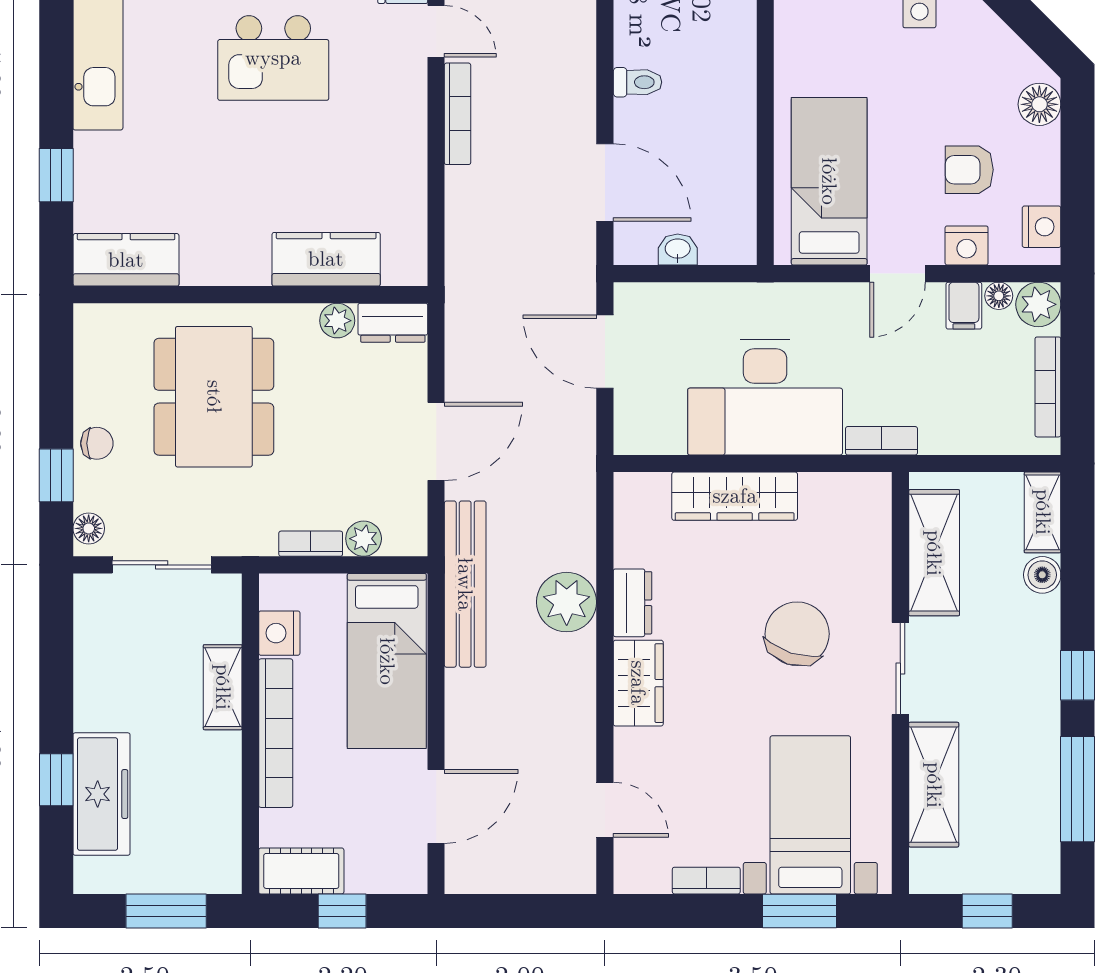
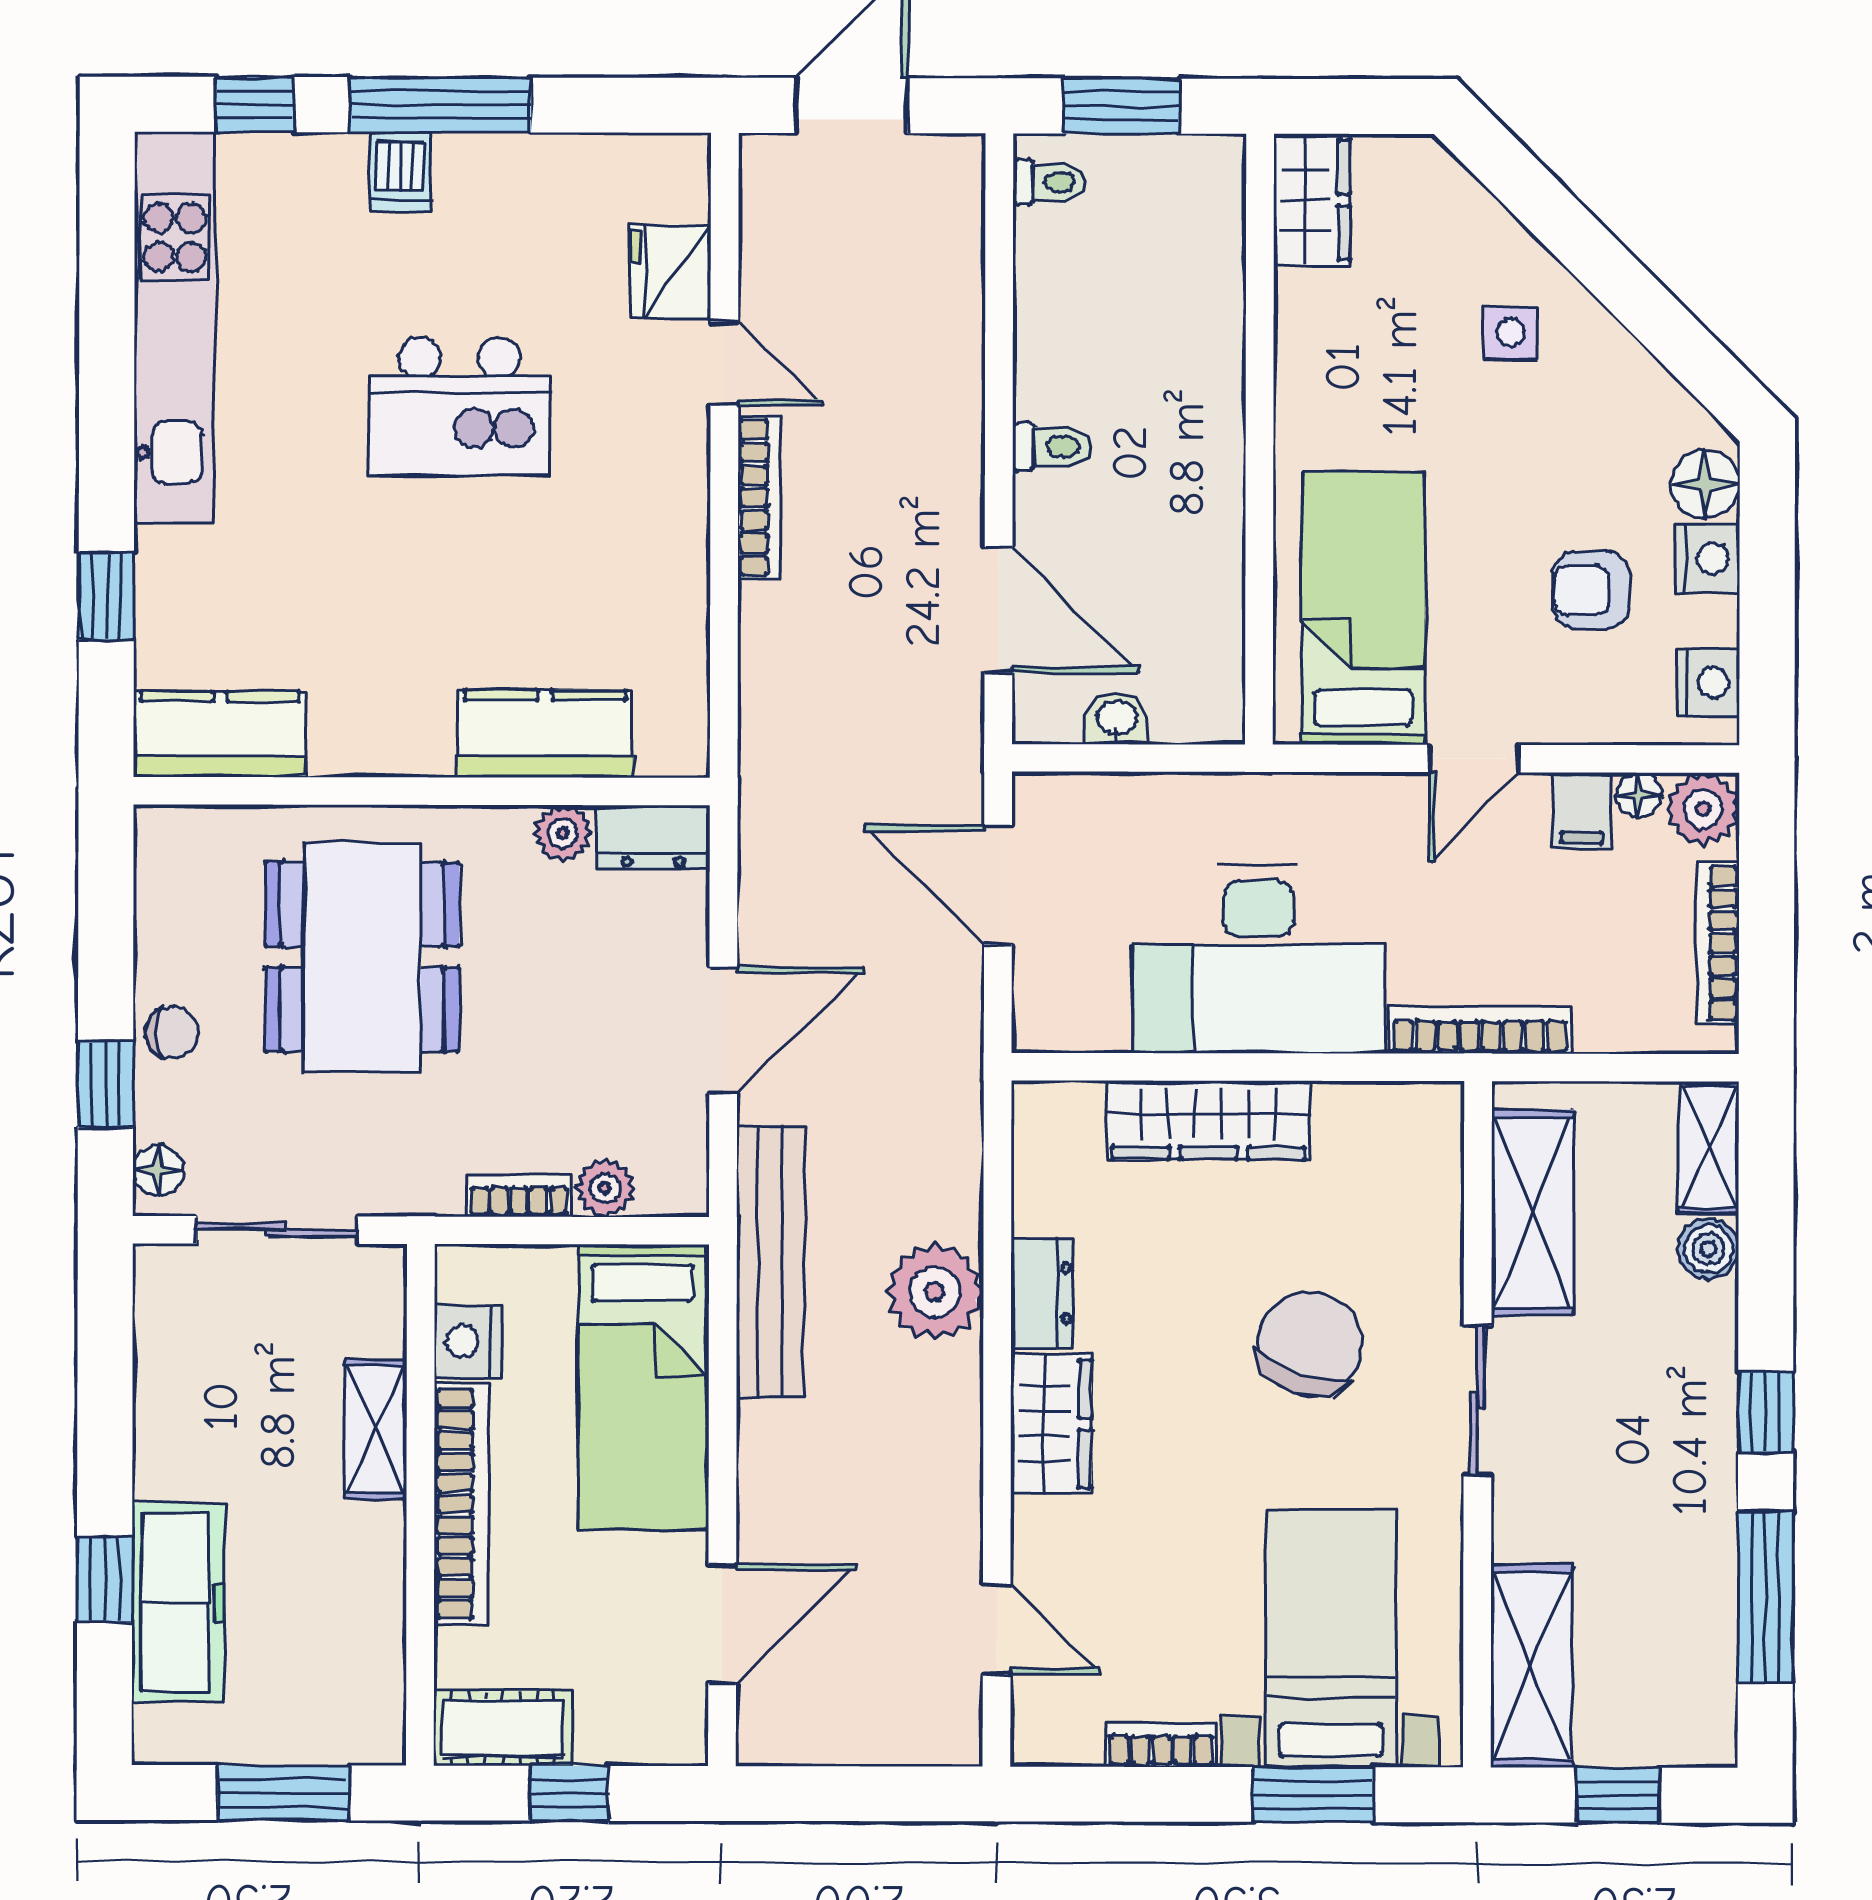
nightstand: (967, 245) -> (1708, 559), moved, turned -90
bookcase: (881, 441) -> (1480, 1030), width x1.56
shelving: (934, 785) -> (1531, 1666), moved

